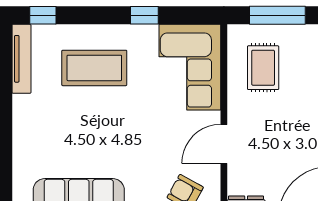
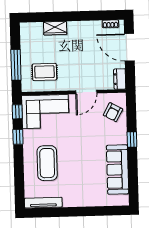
window: (43, 15) -> (17, 112), moved
door: (224, 144) -> (86, 92), hinge flipped

